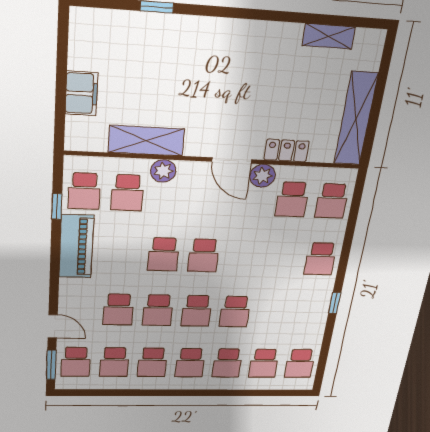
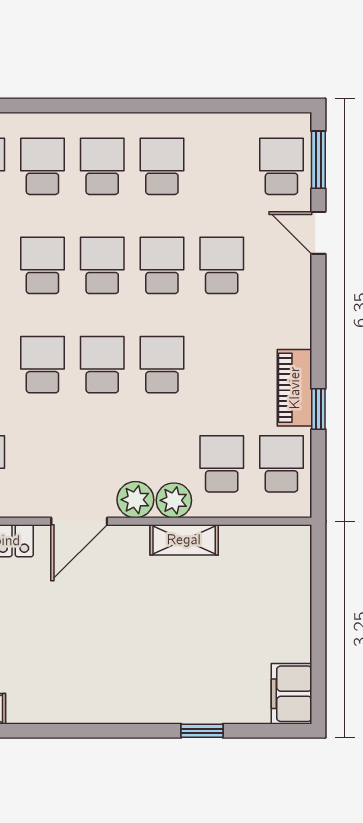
filing cabinet: (81, 93) -> (291, 694), moved
shelving: (146, 141) -> (184, 540), width x0.67, depth x0.75
door: (232, 161) -> (79, 521), swing flipped
plant: (263, 176) -> (135, 500), moved
window: (57, 207) -> (318, 409), moved
piano: (76, 247) -> (295, 388), width x0.73, depth x0.75
school desk: (114, 362) -> (42, 365), moved

